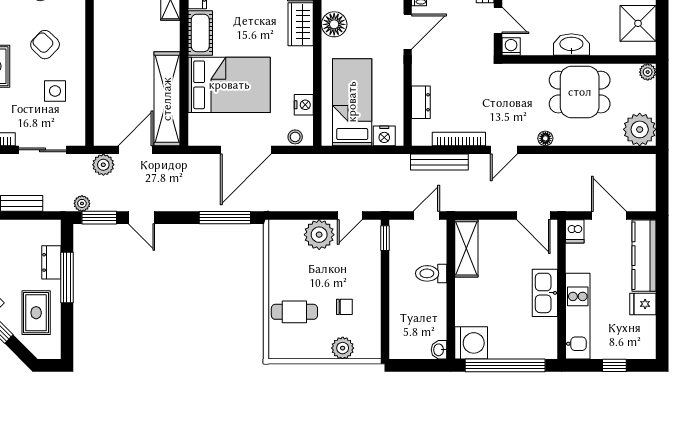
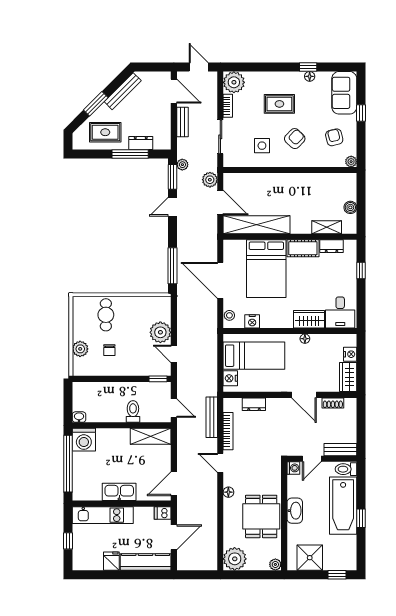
floor lamp: (334, 24) -> (305, 339), width x0.53, depth x0.53

